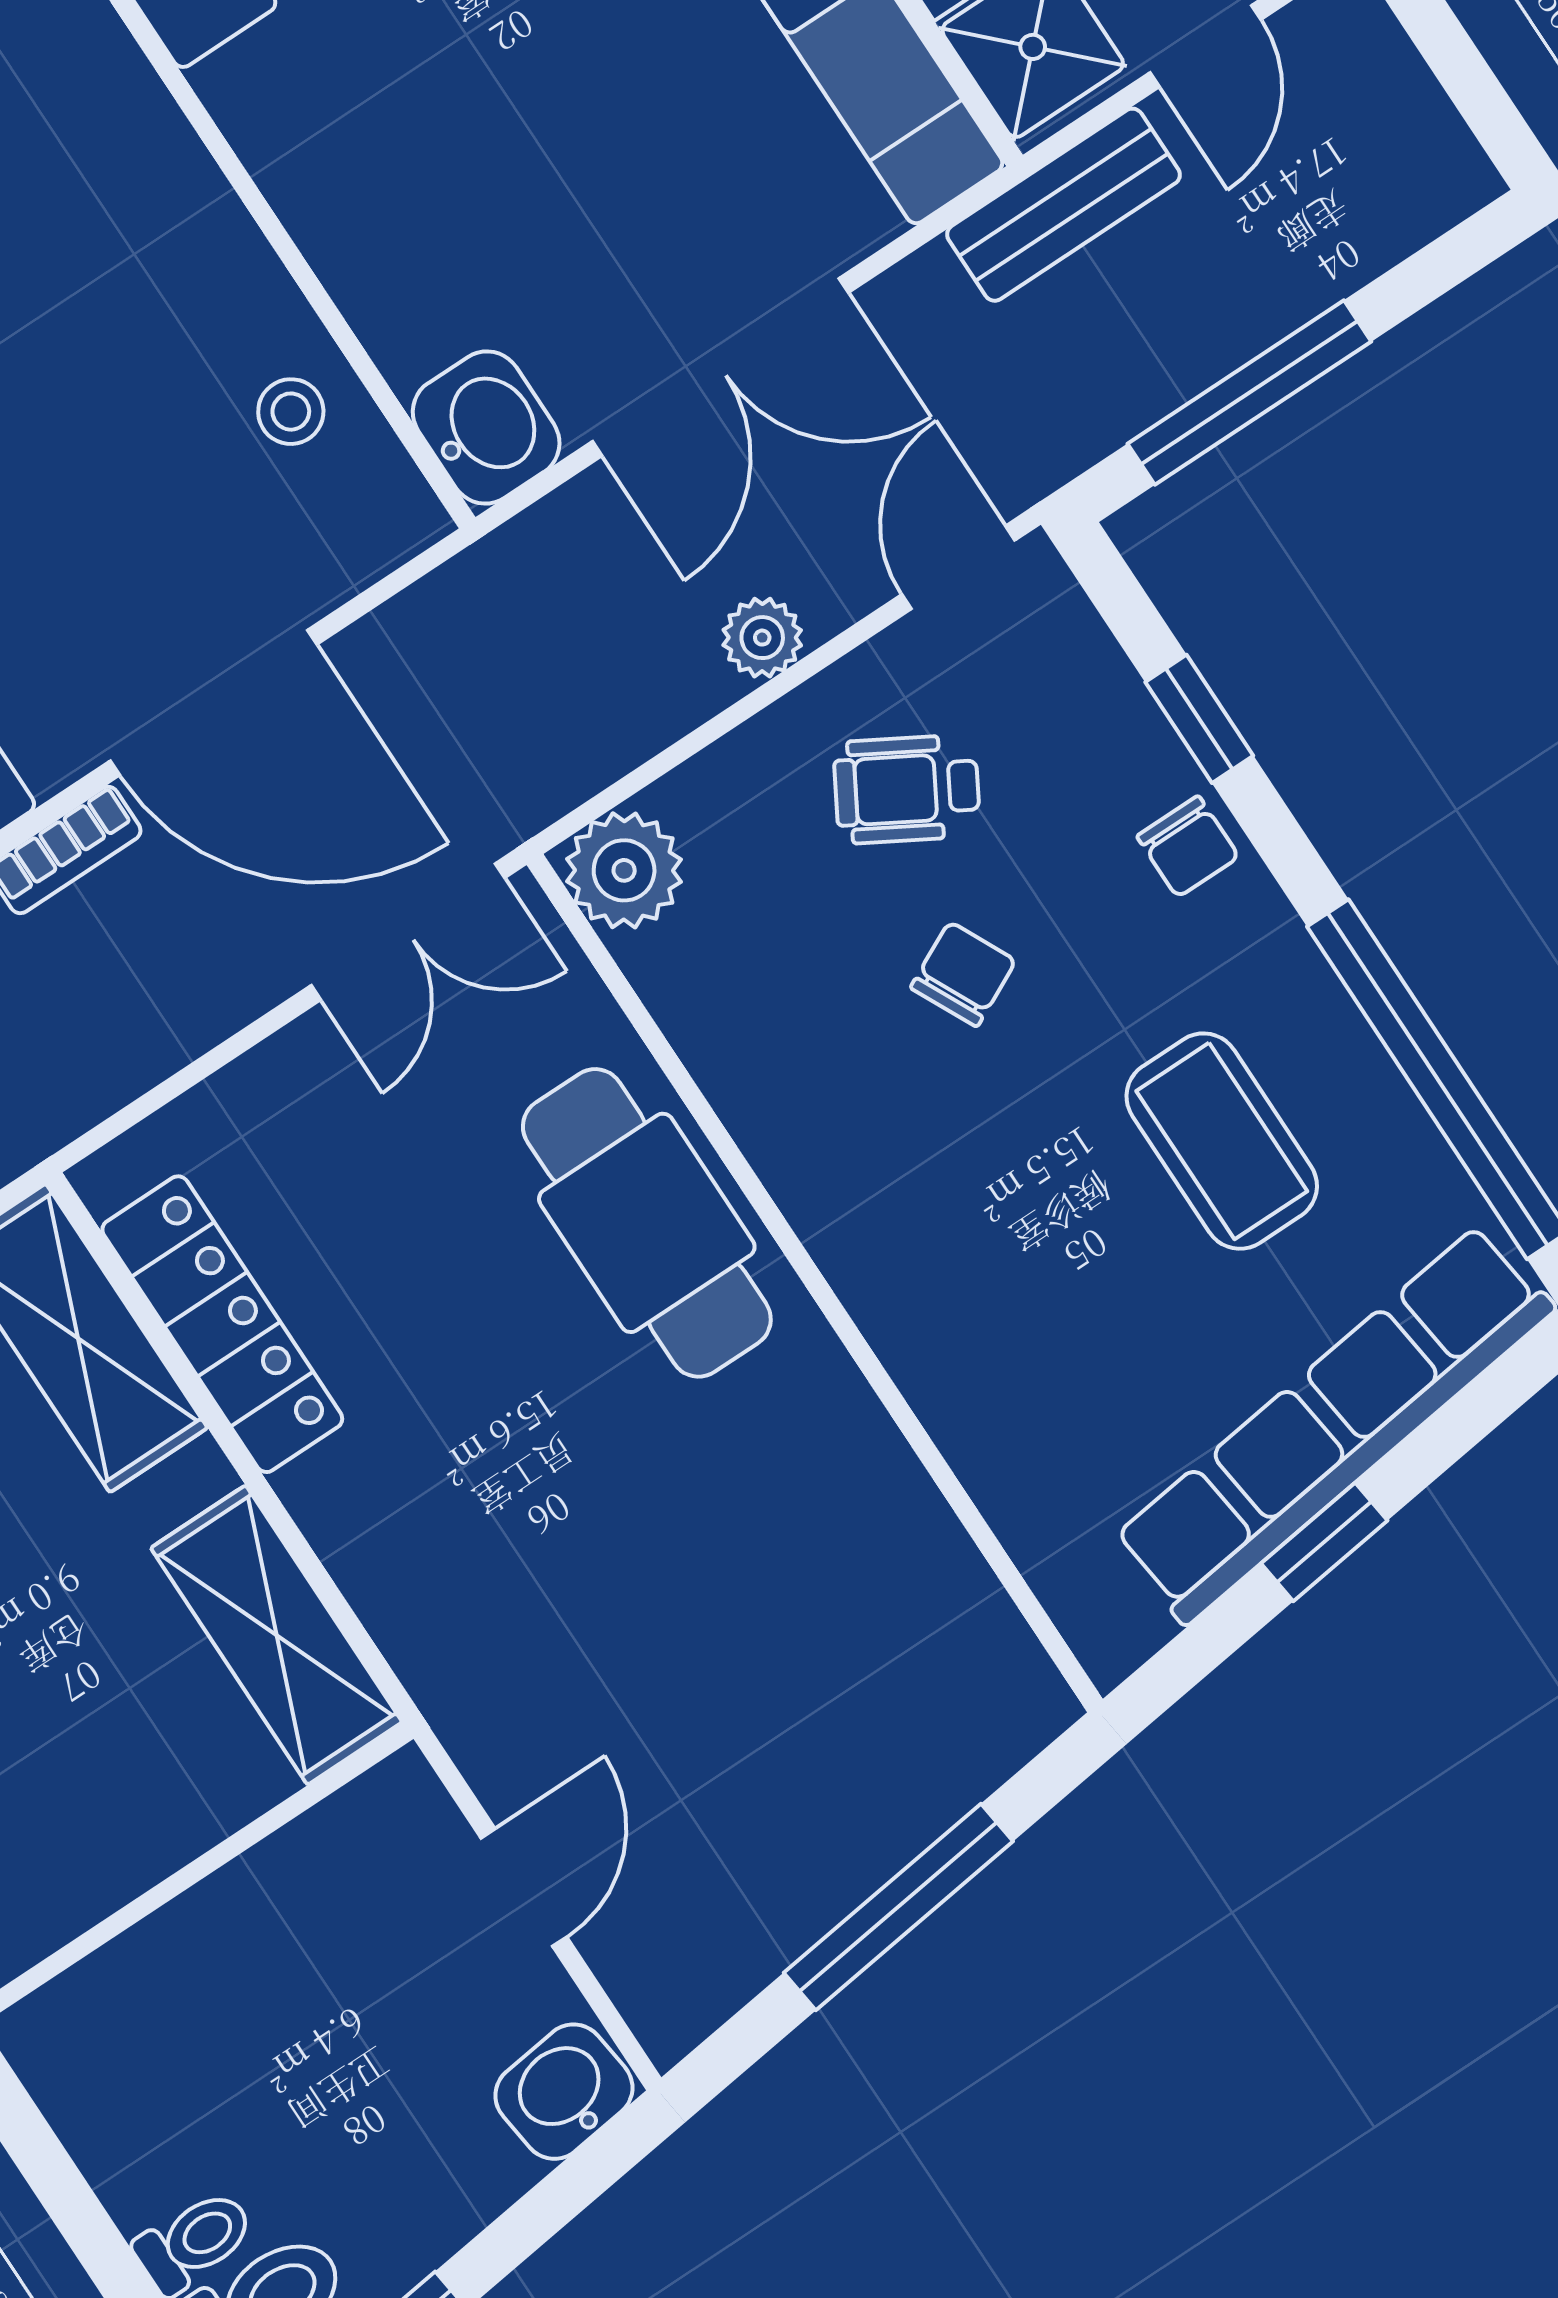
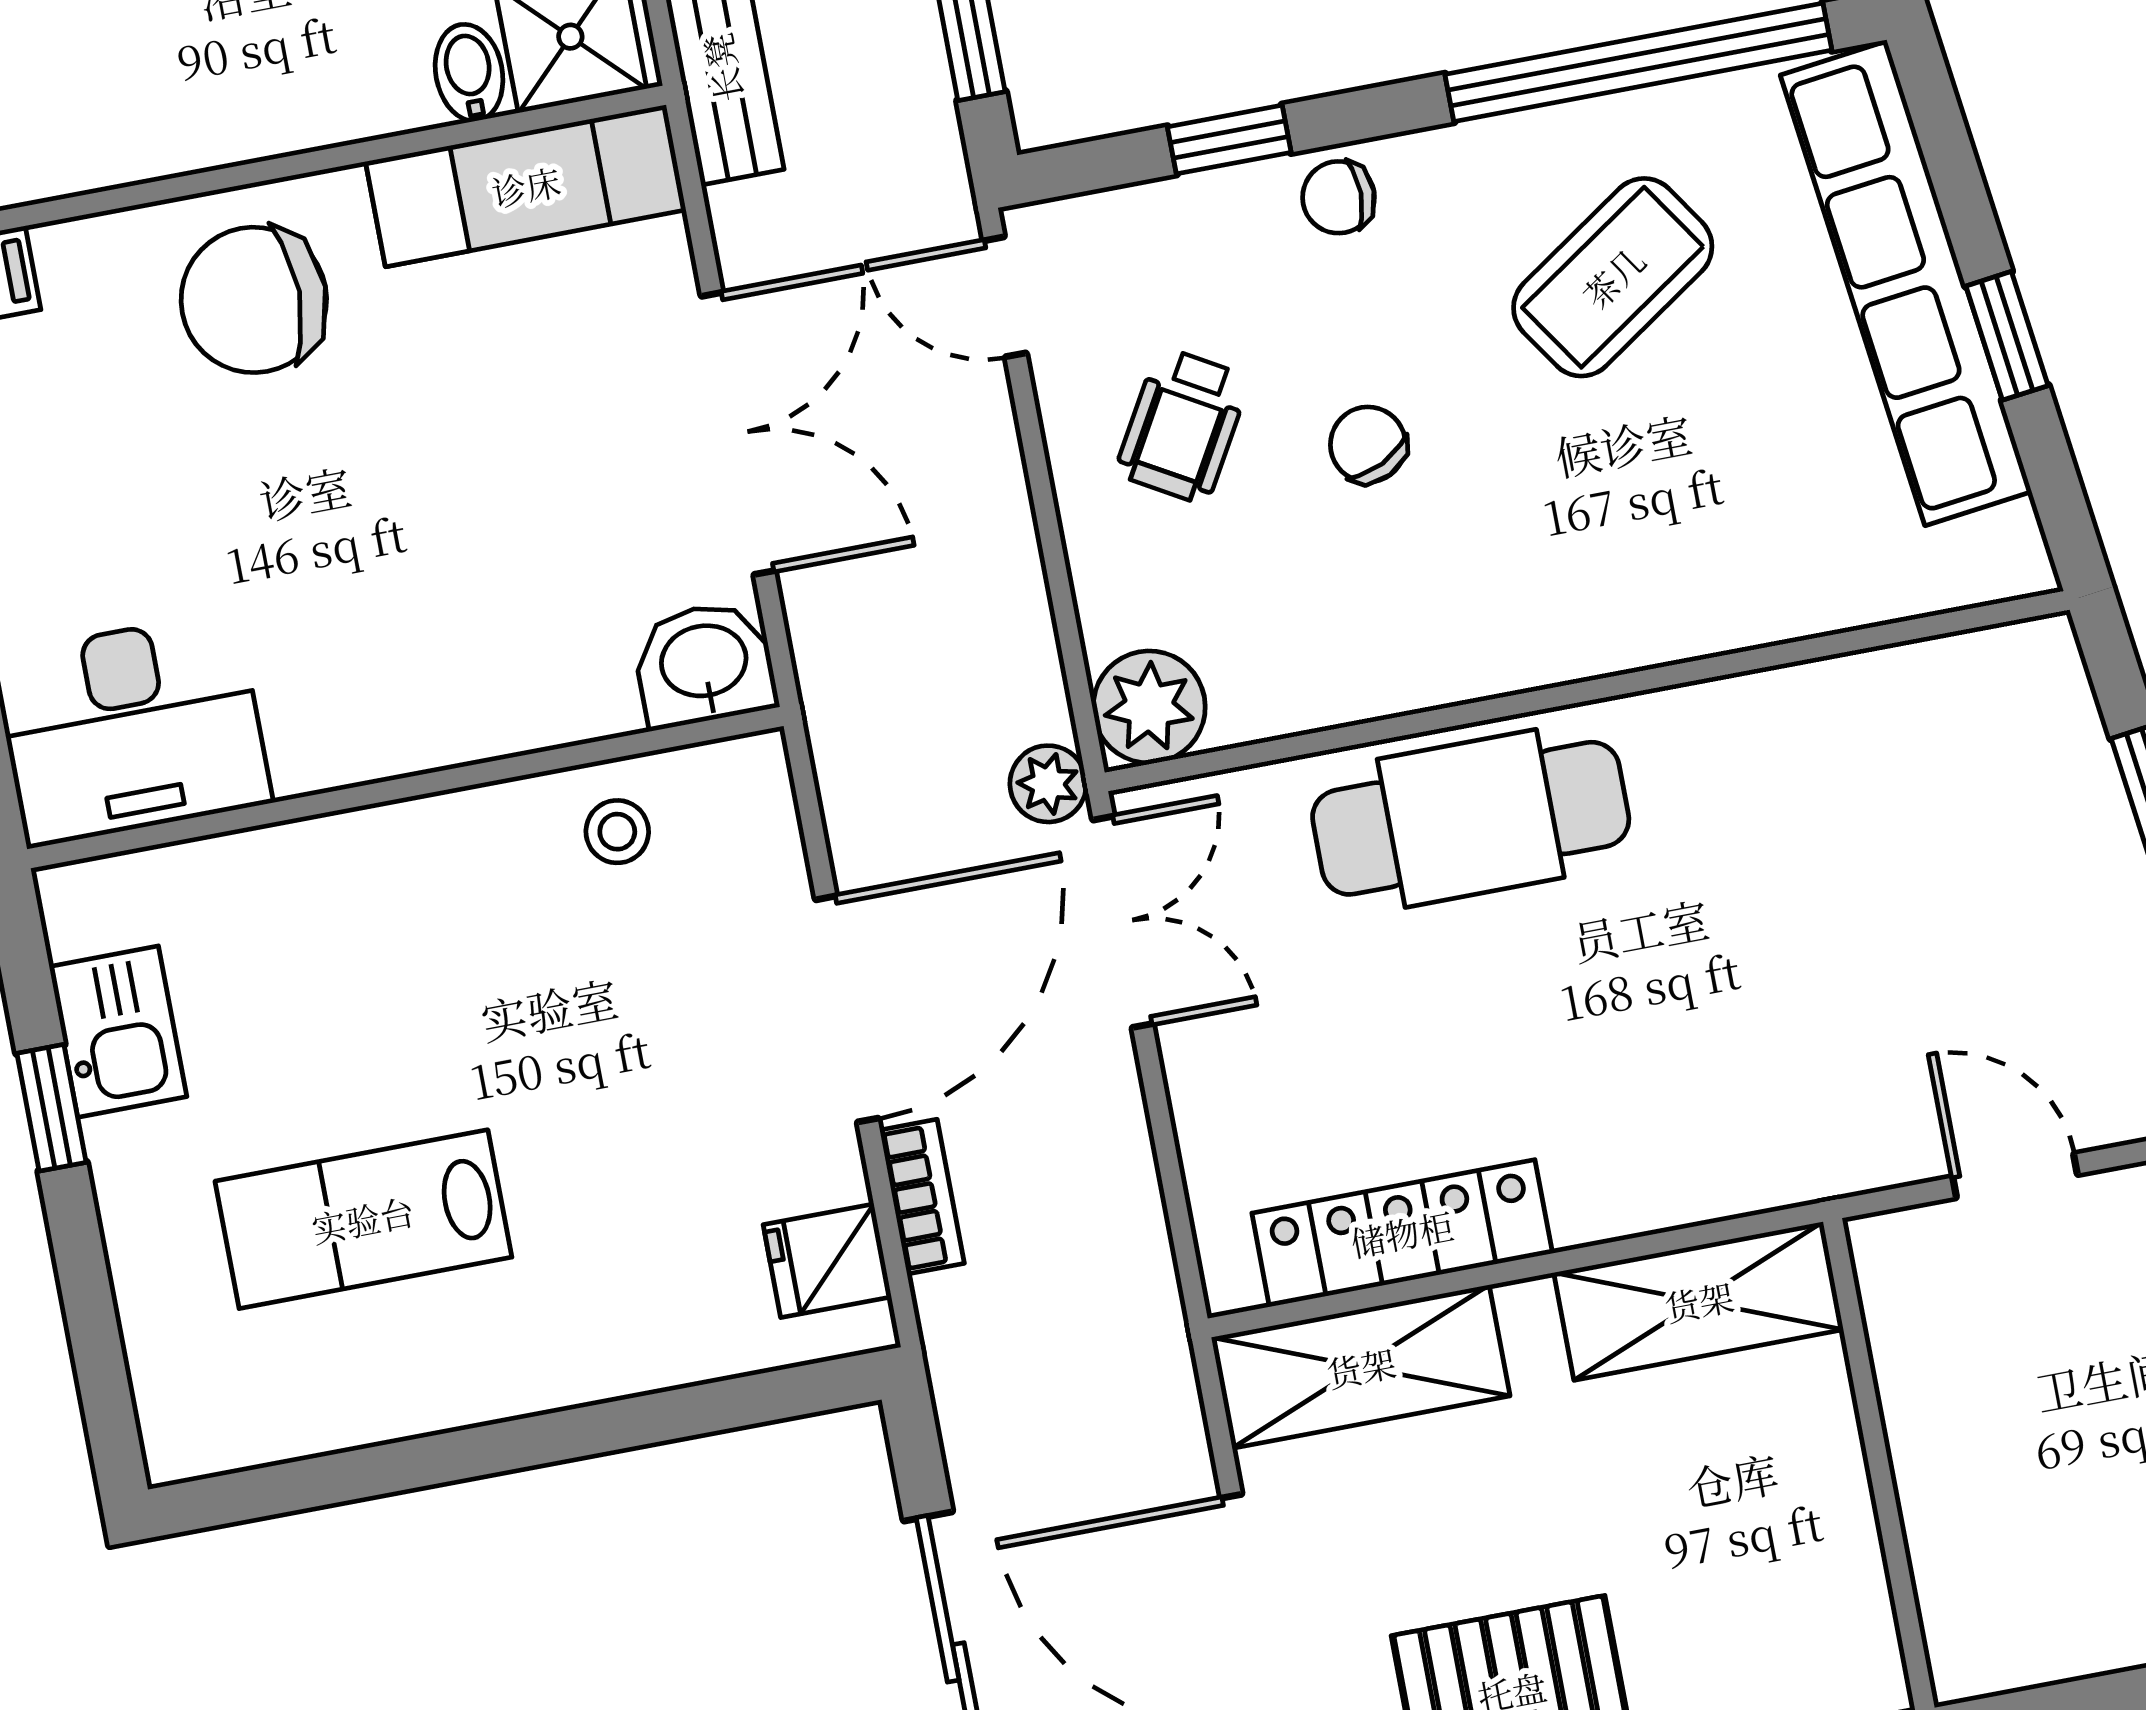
plant: (762, 638) -> (1048, 784), moved
chair: (1188, 847) -> (1338, 197), turned 180
coffee table: (1222, 1141) -> (1613, 277), turned -34

